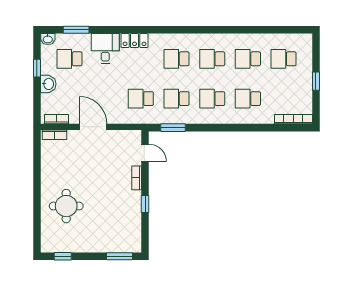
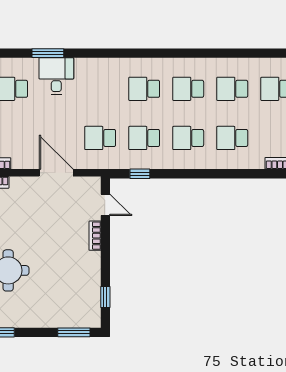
window: (76, 30) -> (48, 53), moved
locker: (135, 41) -> (92, 66), removed
door: (93, 127) -> (56, 173), moved
window: (173, 128) -> (140, 174), width x0.67
window: (145, 204) -> (105, 297), moved

